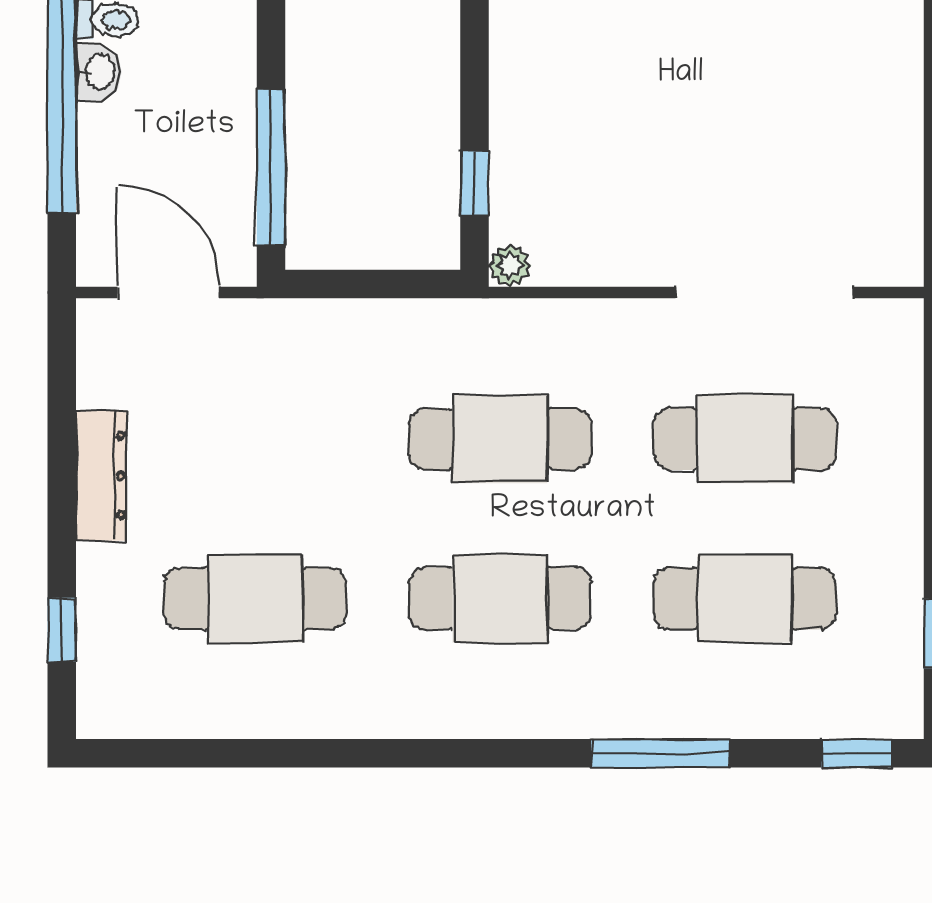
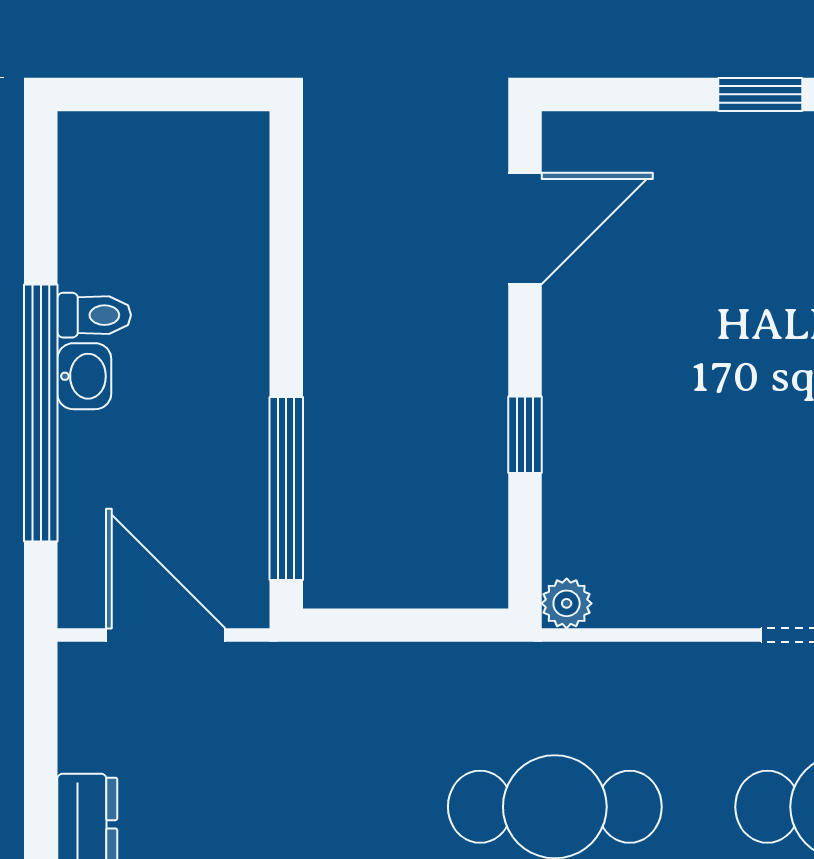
window: (474, 183) -> (525, 435), moved

